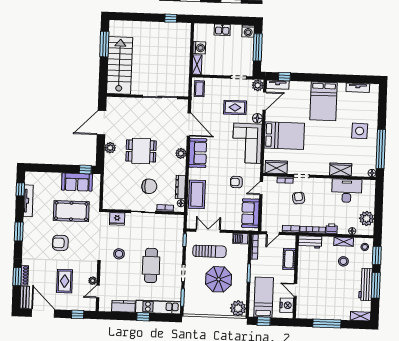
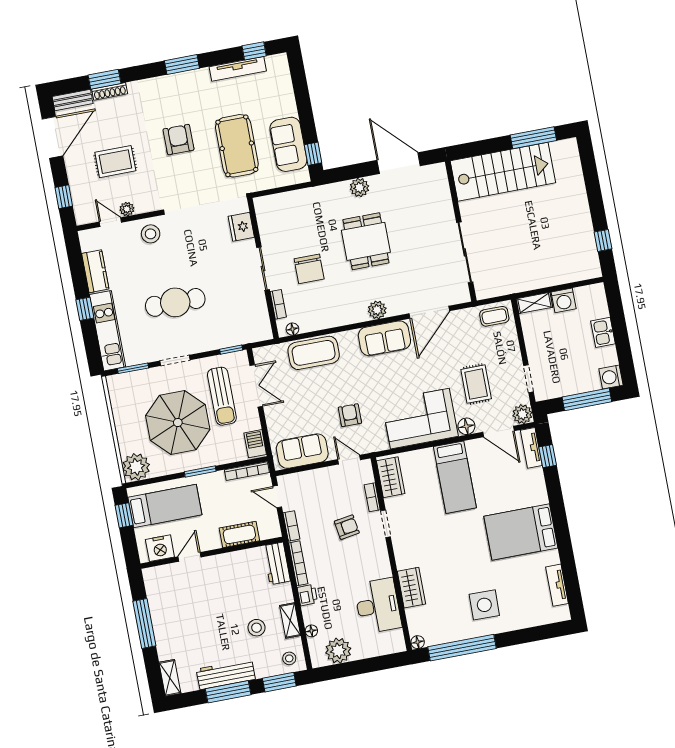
bed: (284, 136) -> (455, 477), width x0.67
dresser: (180, 187) -> (320, 322), removed
stool: (119, 254) -> (151, 234), moved
parasol: (219, 279) -> (178, 422), width x1.36, depth x1.36

